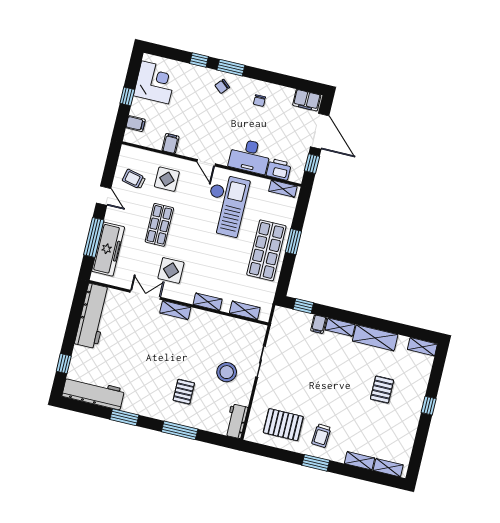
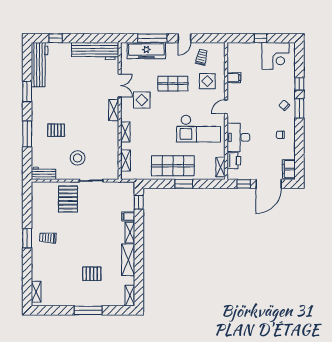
filing cabinet: (136, 124) -> (242, 49), removed
window: (429, 406) -> (88, 310), width x2.17
pallet: (283, 425) -> (68, 199), moved
shelving: (360, 461) -> (36, 270), removed

